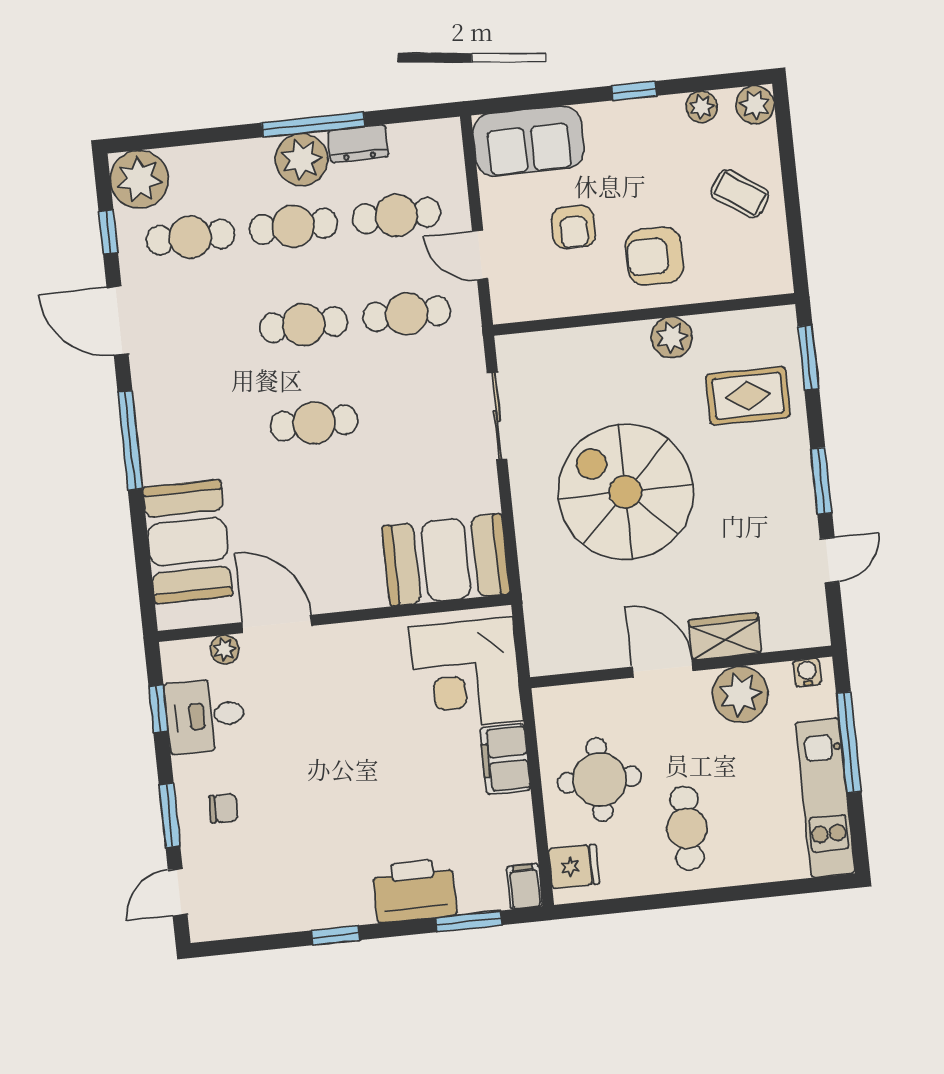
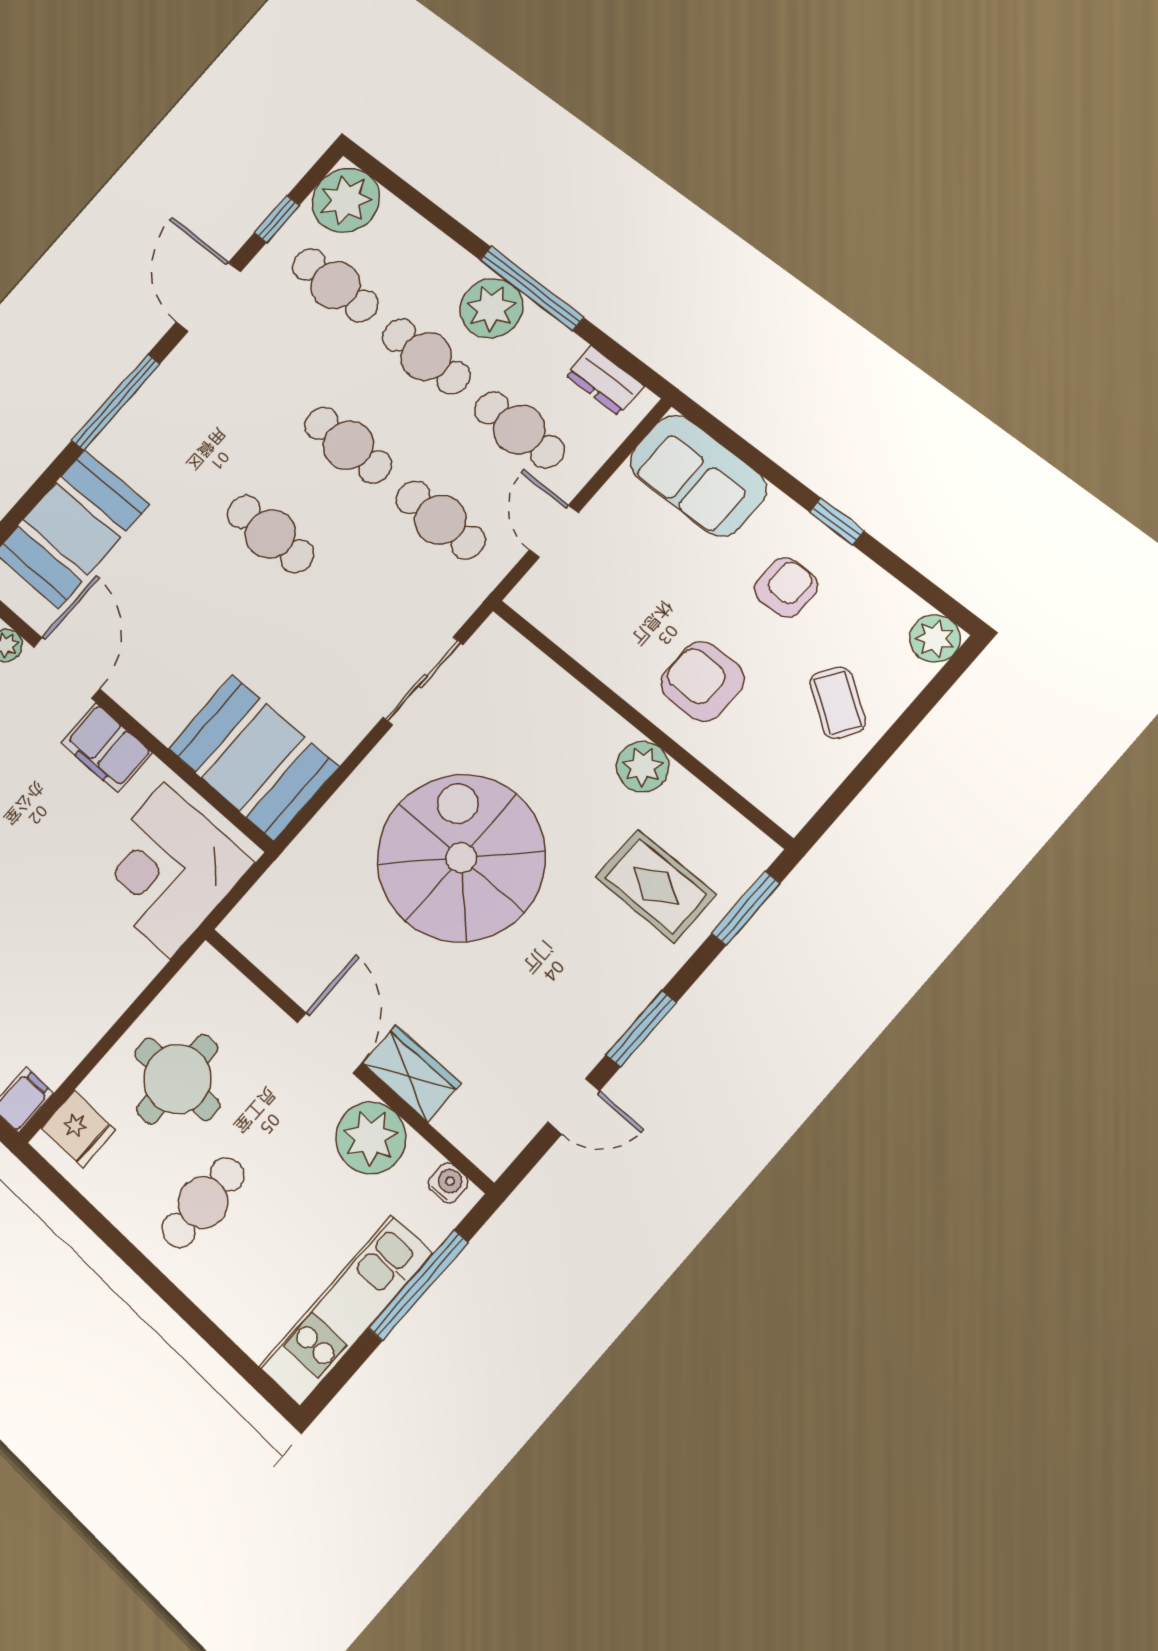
plant: (702, 107) -> (883, 594), removed
dresser: (358, 144) -> (605, 381), moved
armchair: (574, 227) -> (786, 587), moved, turned 180
filing cabinet: (505, 759) -> (107, 748), moved, turned -90

